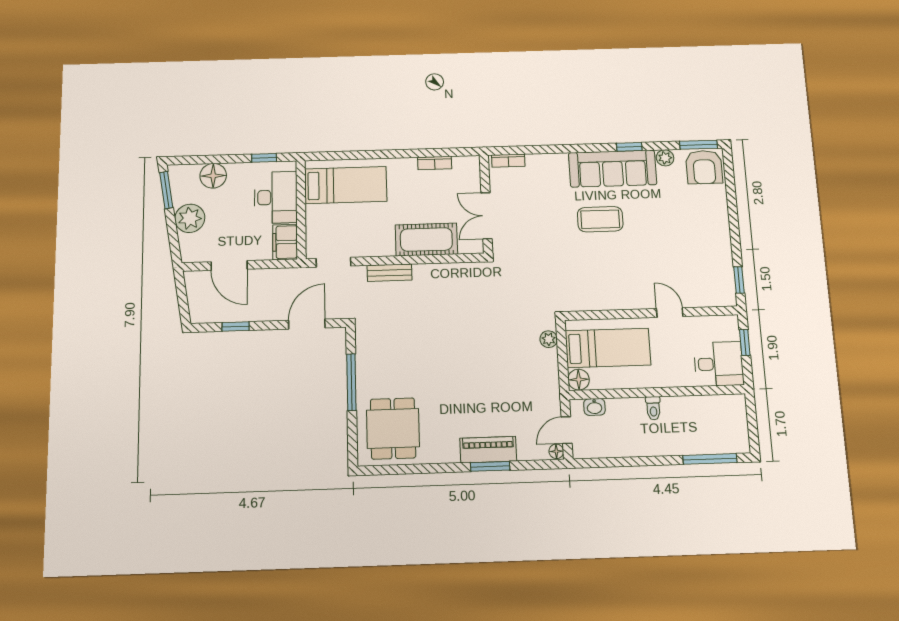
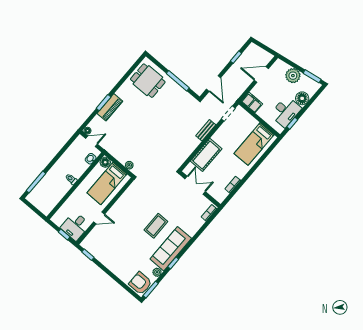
desk: (276, 197) -> (286, 112), moved, turned -90
desk: (719, 364) -> (75, 226), moved
door: (567, 430) -> (92, 141), hinge flipped

